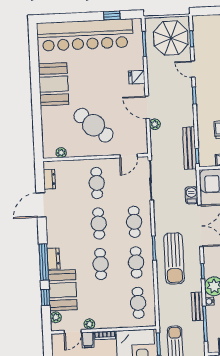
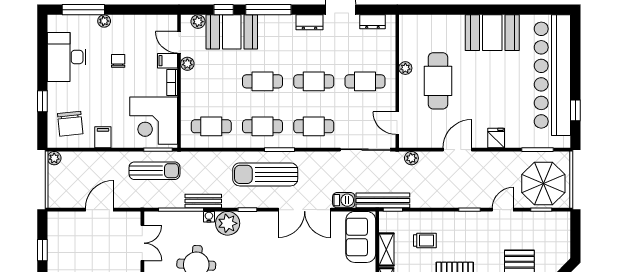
plant: (155, 124) -> (411, 158), moved
cafe table: (94, 125) -> (438, 81), turned -41
bench: (189, 148) -> (383, 200), moved
plant: (61, 153) -> (405, 68), moved
dresser: (53, 259) -> (310, 22), moved

